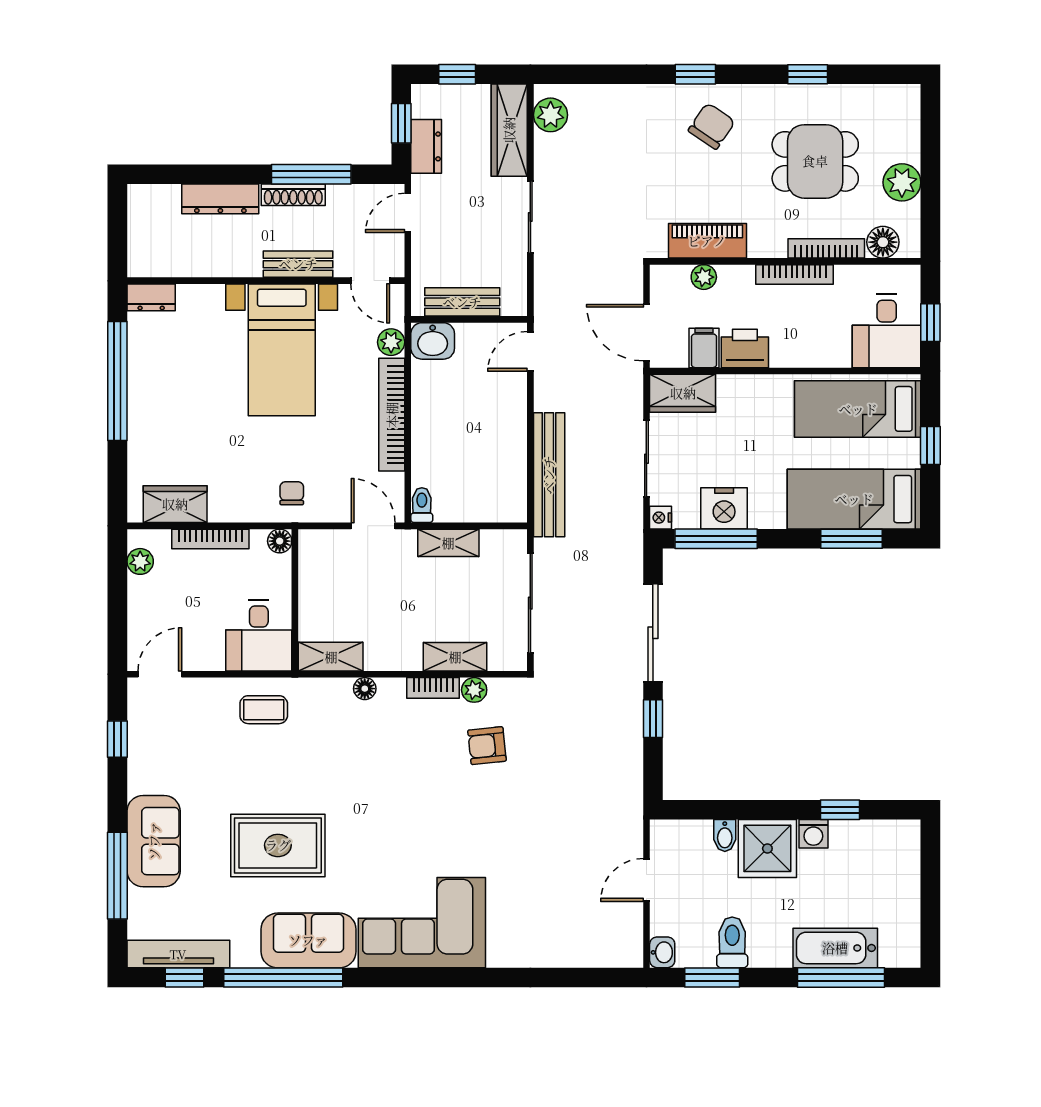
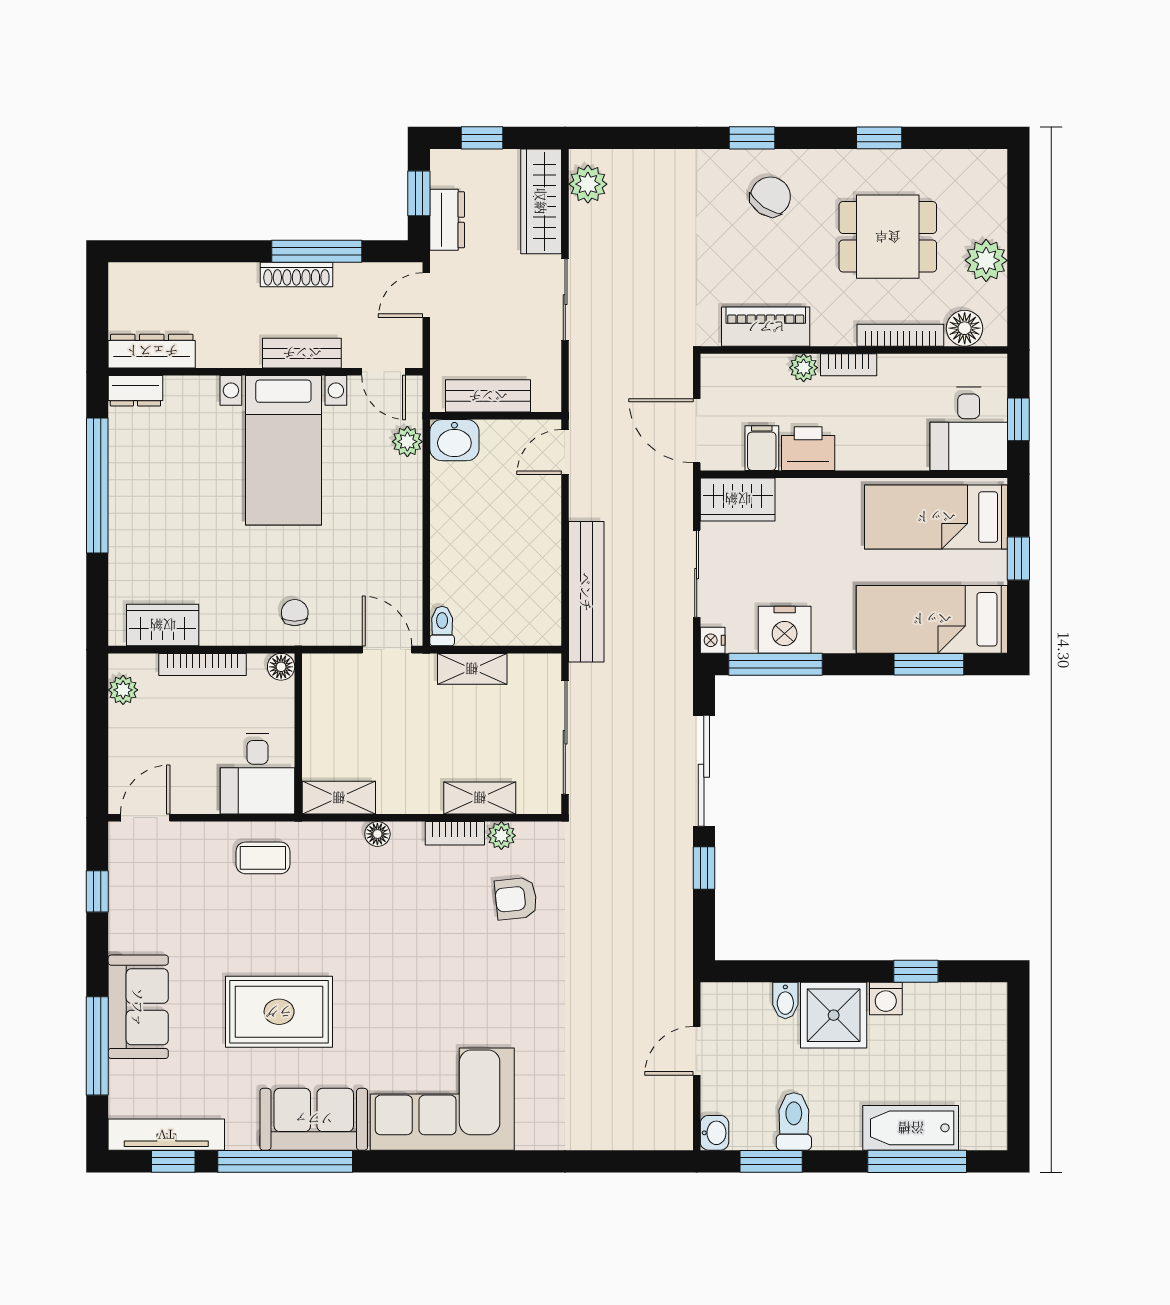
dresser: (220, 199) -> (152, 351), moved, turned 180
bookcase: (795, 274) -> (849, 365), width x0.64
plant: (704, 277) -> (804, 368), moved
bookcase: (392, 415) -> (408, 524), removed

